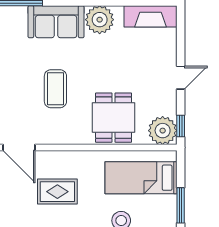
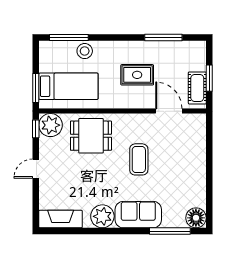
dining table: (114, 118) -> (91, 136), turned 90
window: (181, 205) -> (36, 88), moved

